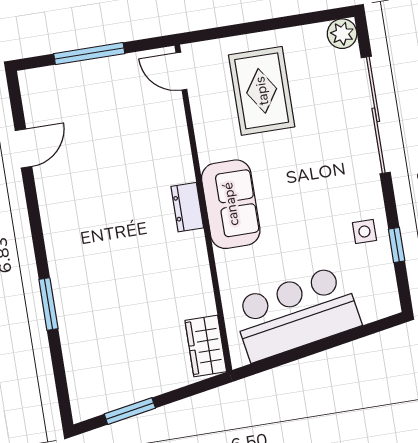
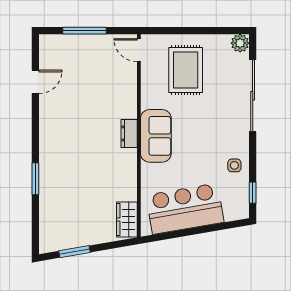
window: (397, 245) -> (253, 193), moved

